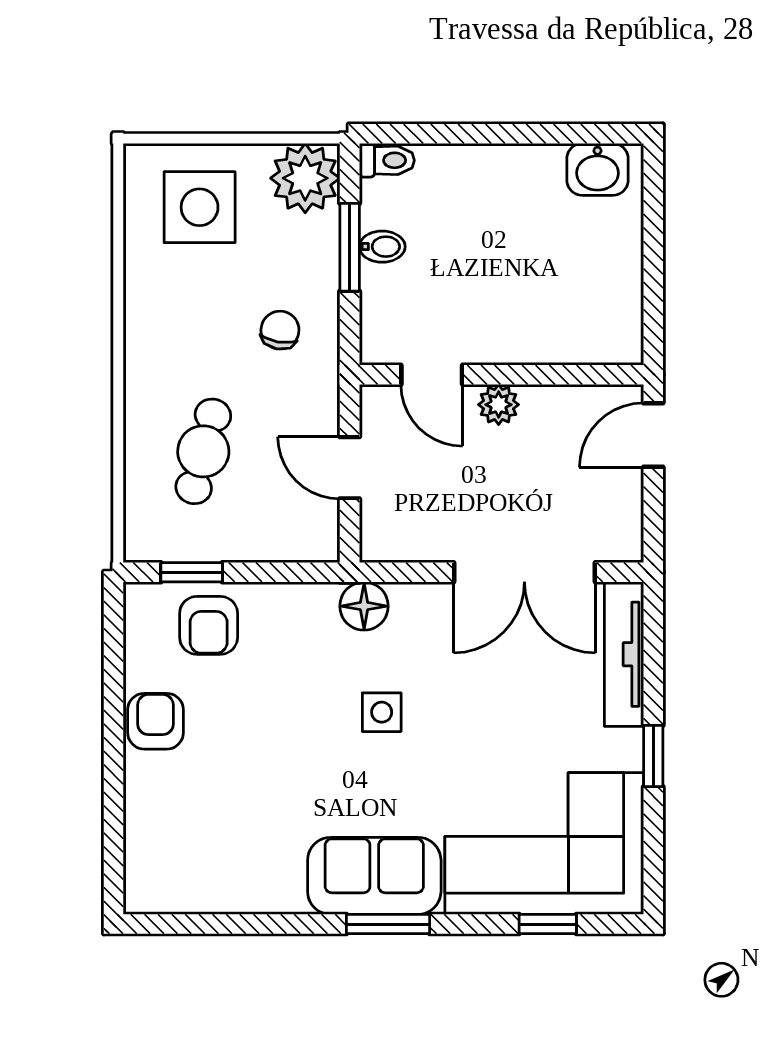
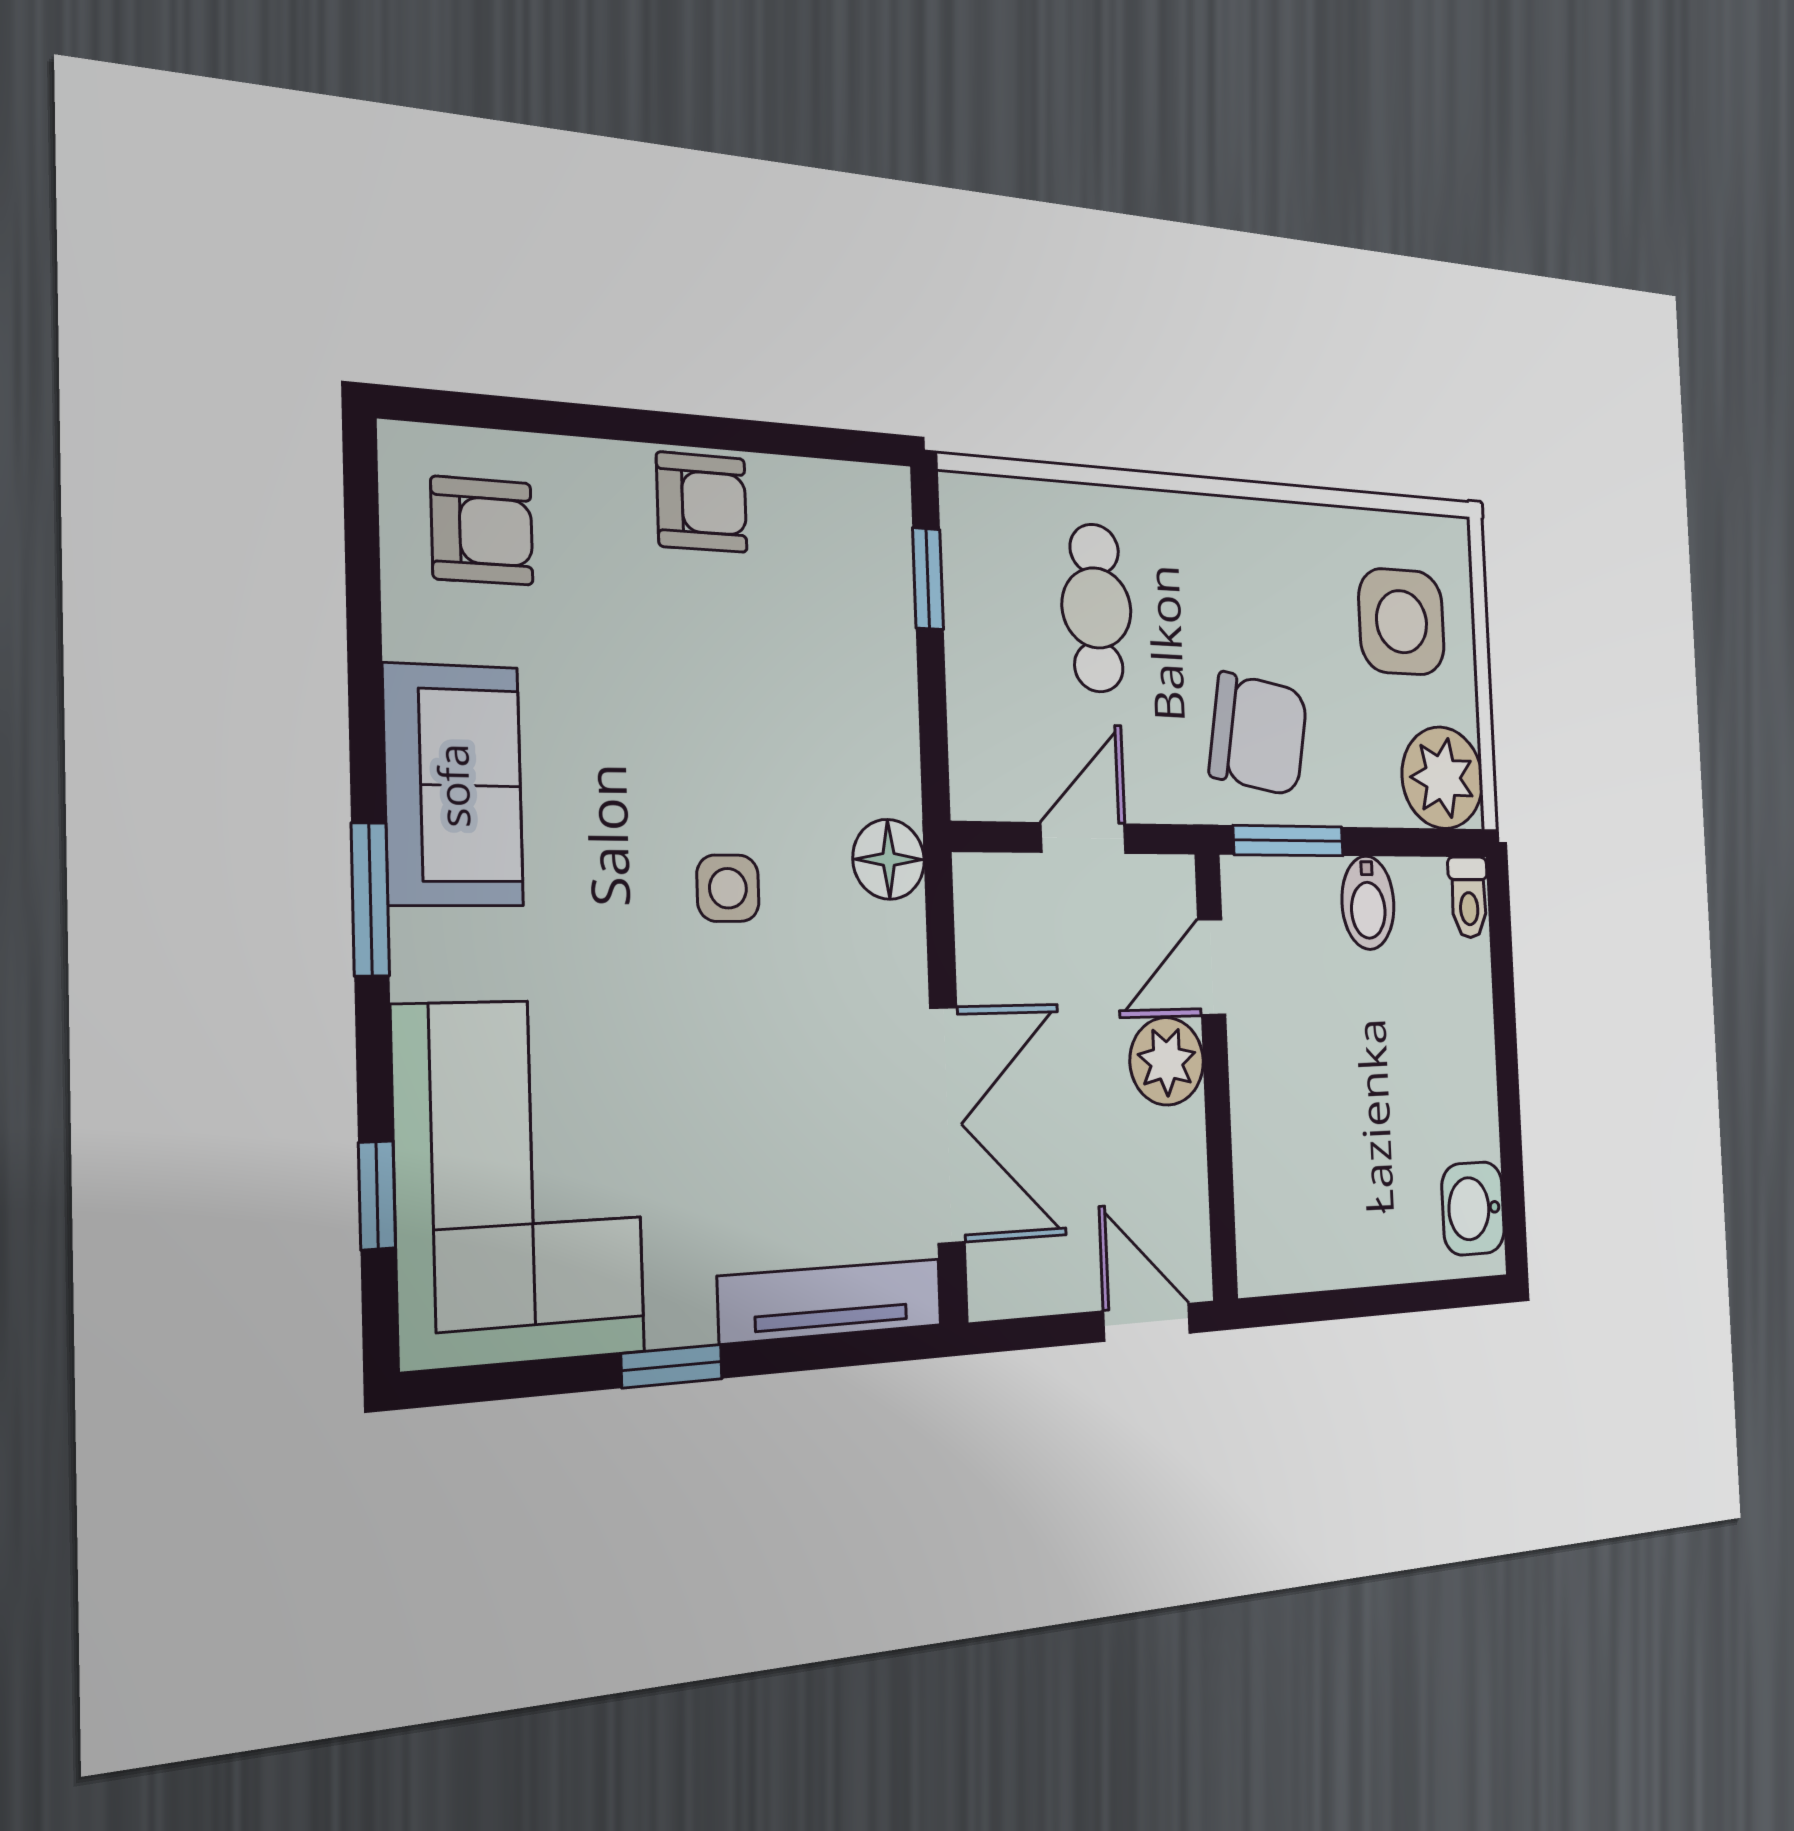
window: (350, 247) -> (1288, 841), moved
bidet: (382, 247) -> (1368, 903), width x1.38, depth x1.36
chair: (280, 330) -> (1258, 734), width x1.87, depth x1.87
plant: (499, 405) -> (1167, 1061), width x1.38, depth x1.38
cafe table: (203, 451) -> (1096, 608), turned 75
double door: (524, 572) -> (947, 1125), swing flipped
armchair: (209, 625) -> (482, 531), moved, turned 180
sofa: (374, 876) -> (453, 785), moved

